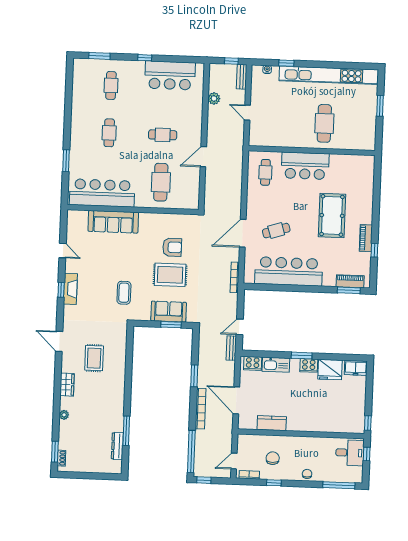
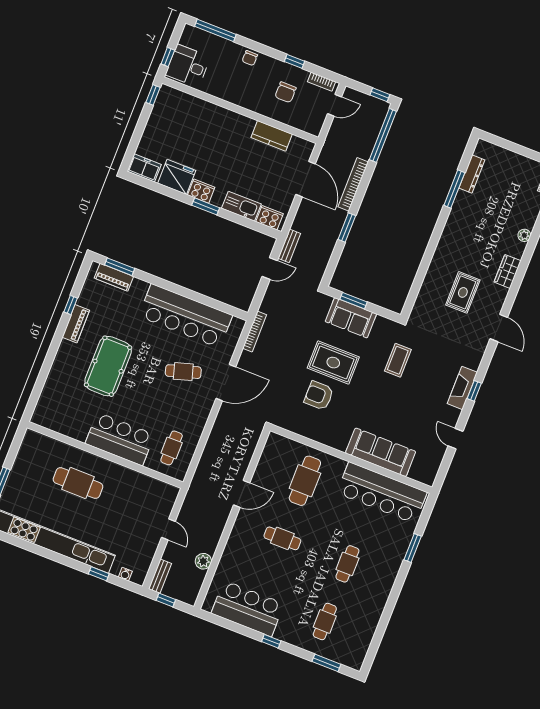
cafe table: (324, 123) -> (78, 483), turned 90

